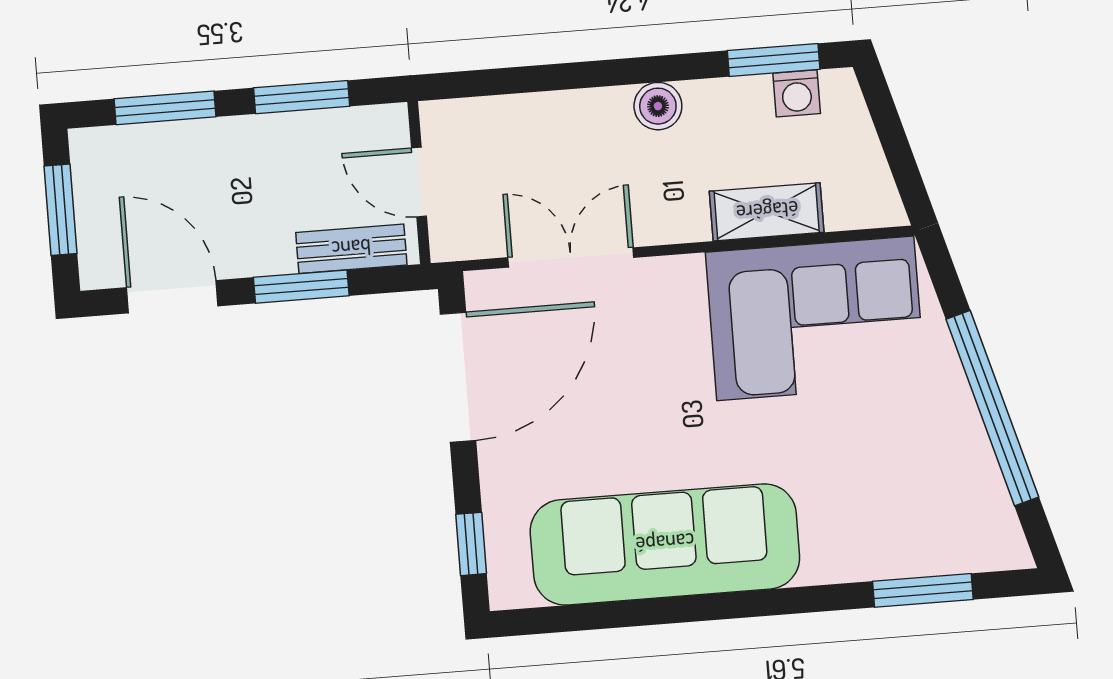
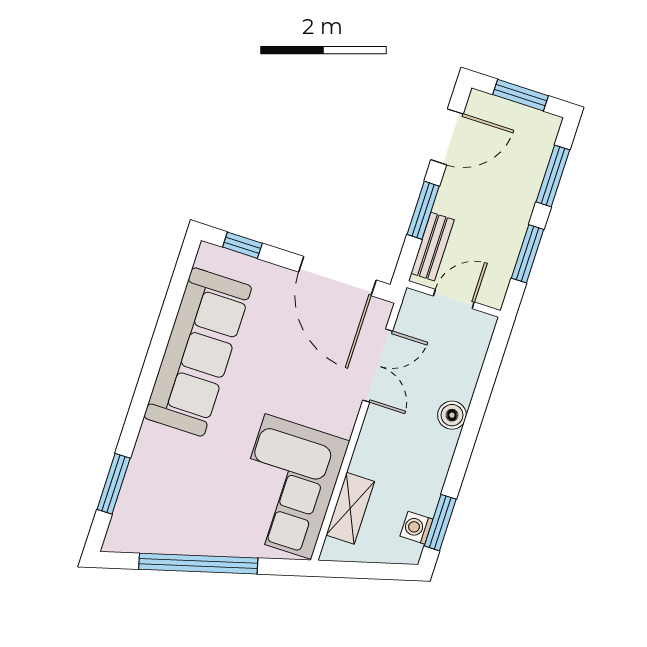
boiler: (658, 106) -> (452, 415), moved
shelving: (767, 212) -> (350, 508), moved

